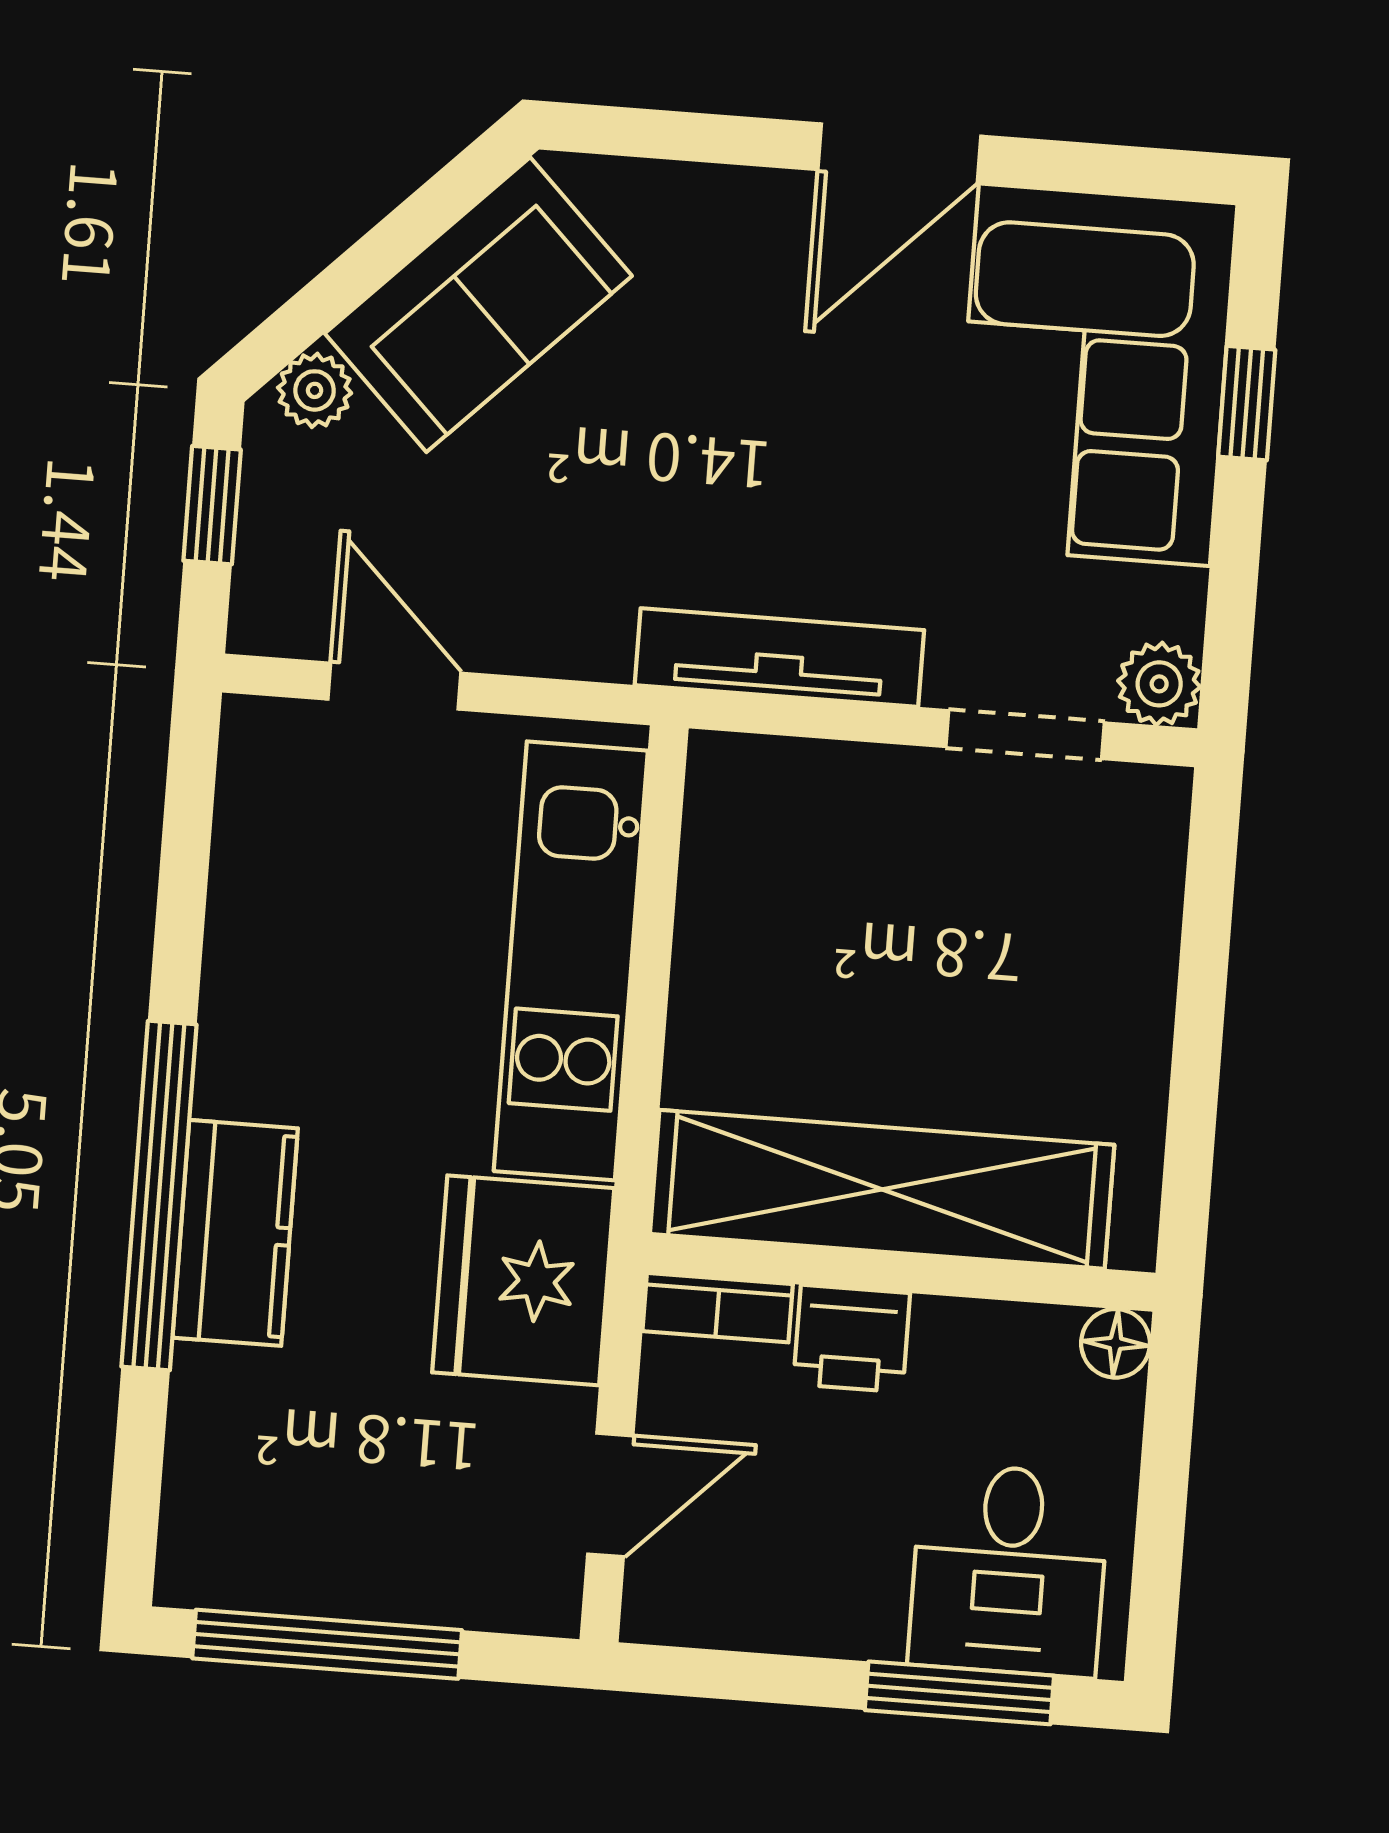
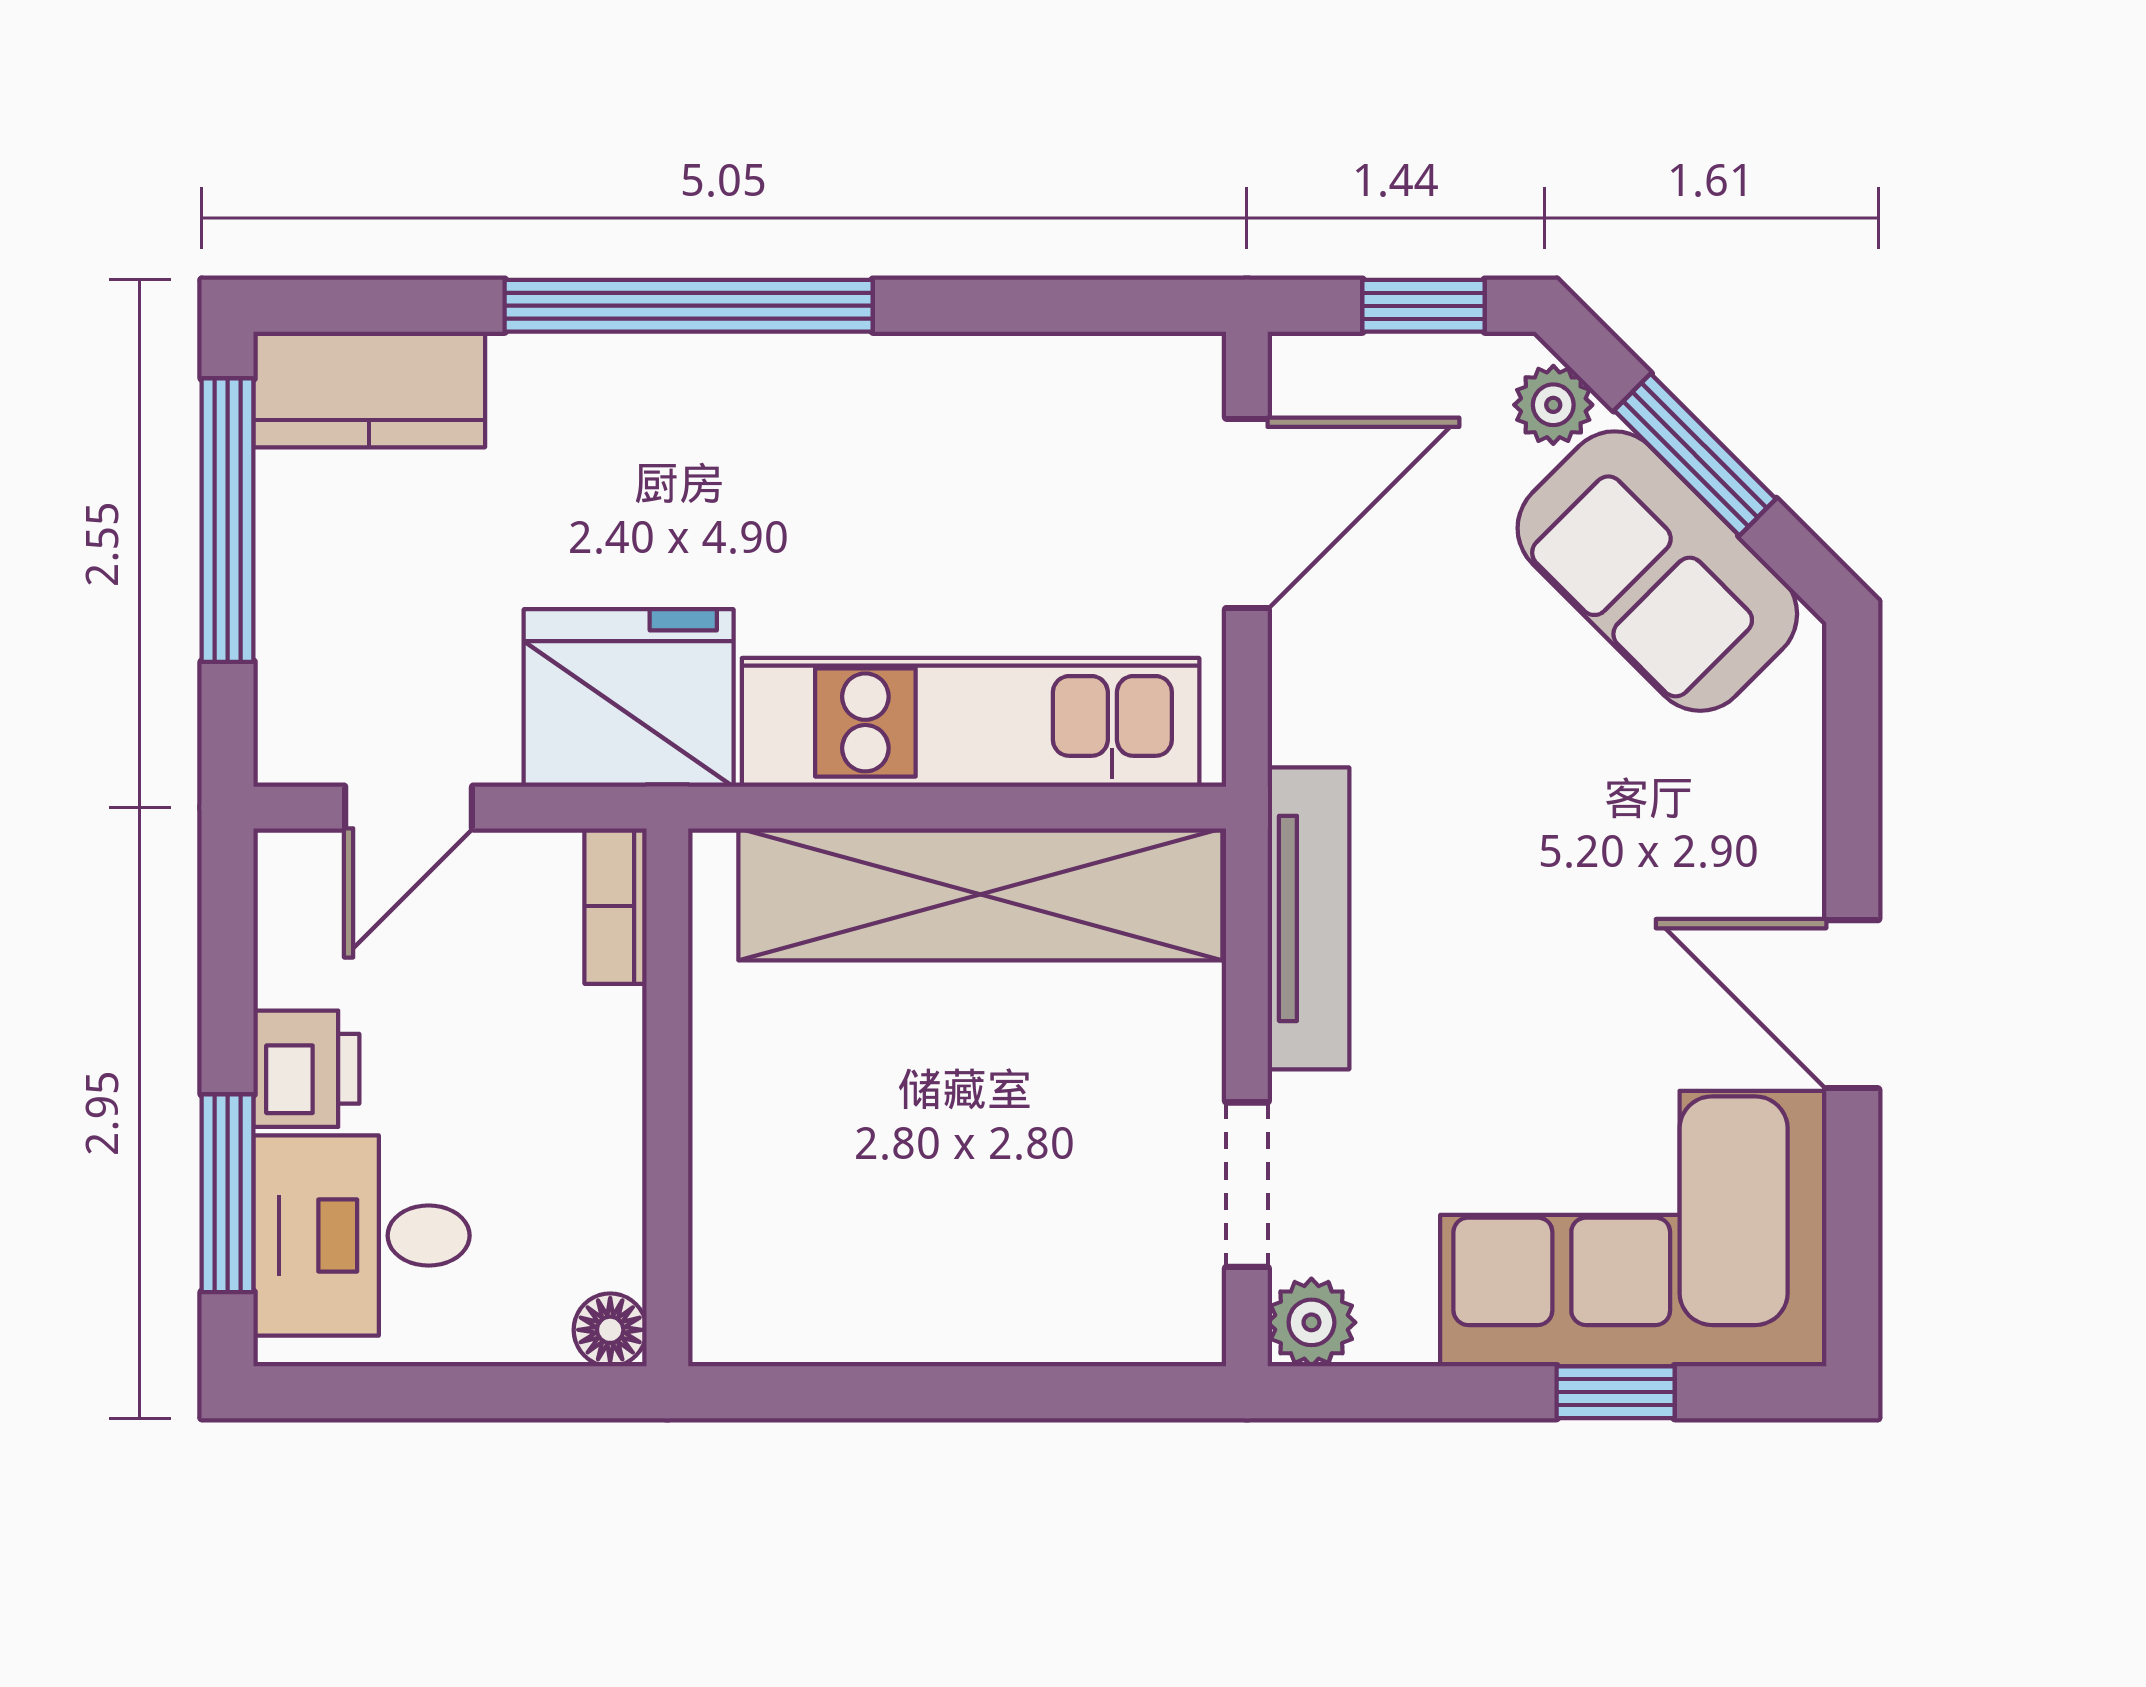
window: (372, 261) -> (1695, 455), added
door: (394, 686) -> (1247, 513), width x1.38
shelving: (882, 1189) -> (980, 894), moved, turned 90
kitchen counter: (235, 1233) -> (369, 389), moved
printer: (852, 1339) -> (306, 1069), moved, turned 180
door: (610, 1495) -> (409, 808), hinge flipped

